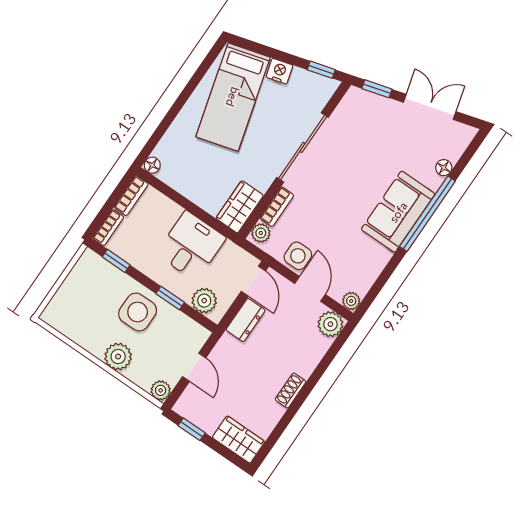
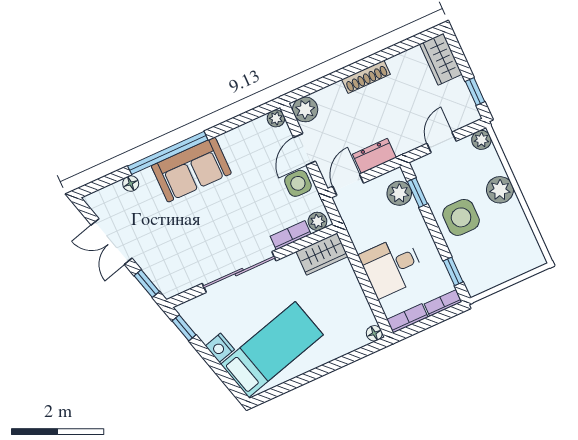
desk: (191, 246) -> (392, 266), moved
window: (170, 298) -> (417, 193), moved
shoe rack: (291, 390) -> (366, 77), width x1.43

